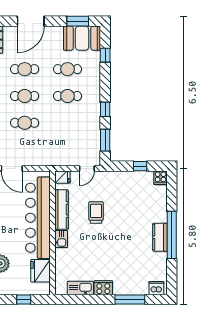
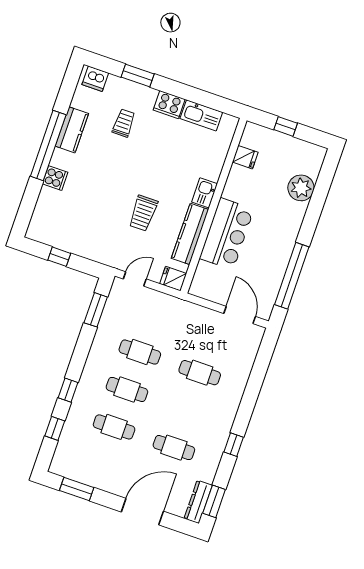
booth: (82, 38) -> (79, 463), removed
cafe table: (25, 96) -> (140, 352), moved
window: (105, 109) -> (68, 390), moved
cooker: (161, 178) -> (55, 178), moved, turned 90
bar counter: (38, 218) -> (227, 234), width x0.54
kitchen counter: (160, 237) -> (72, 130), moved
trolley: (128, 266) -> (124, 123), added
fridge: (40, 271) -> (245, 157), width x0.53, depth x0.75
window: (130, 299) -> (138, 75), width x0.69

